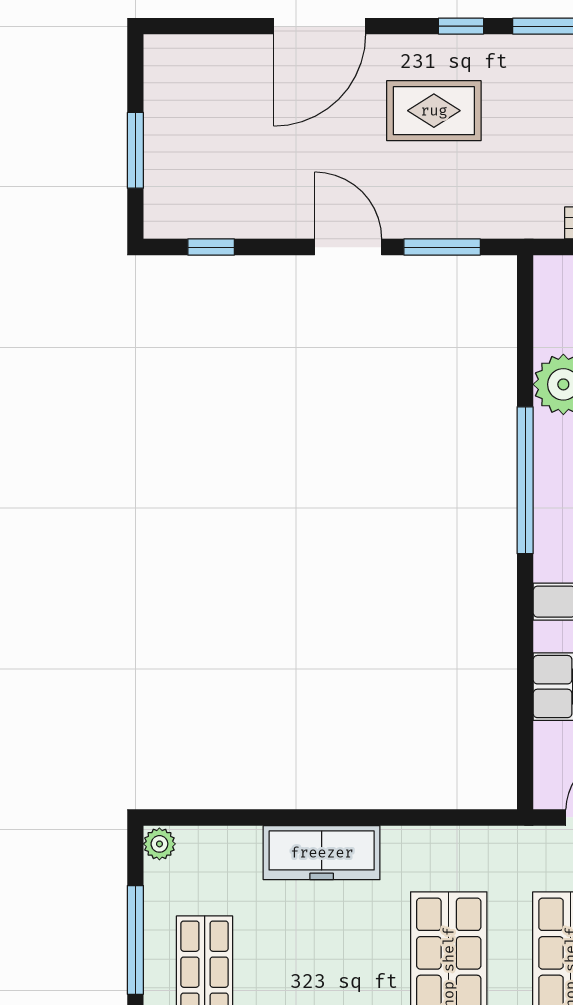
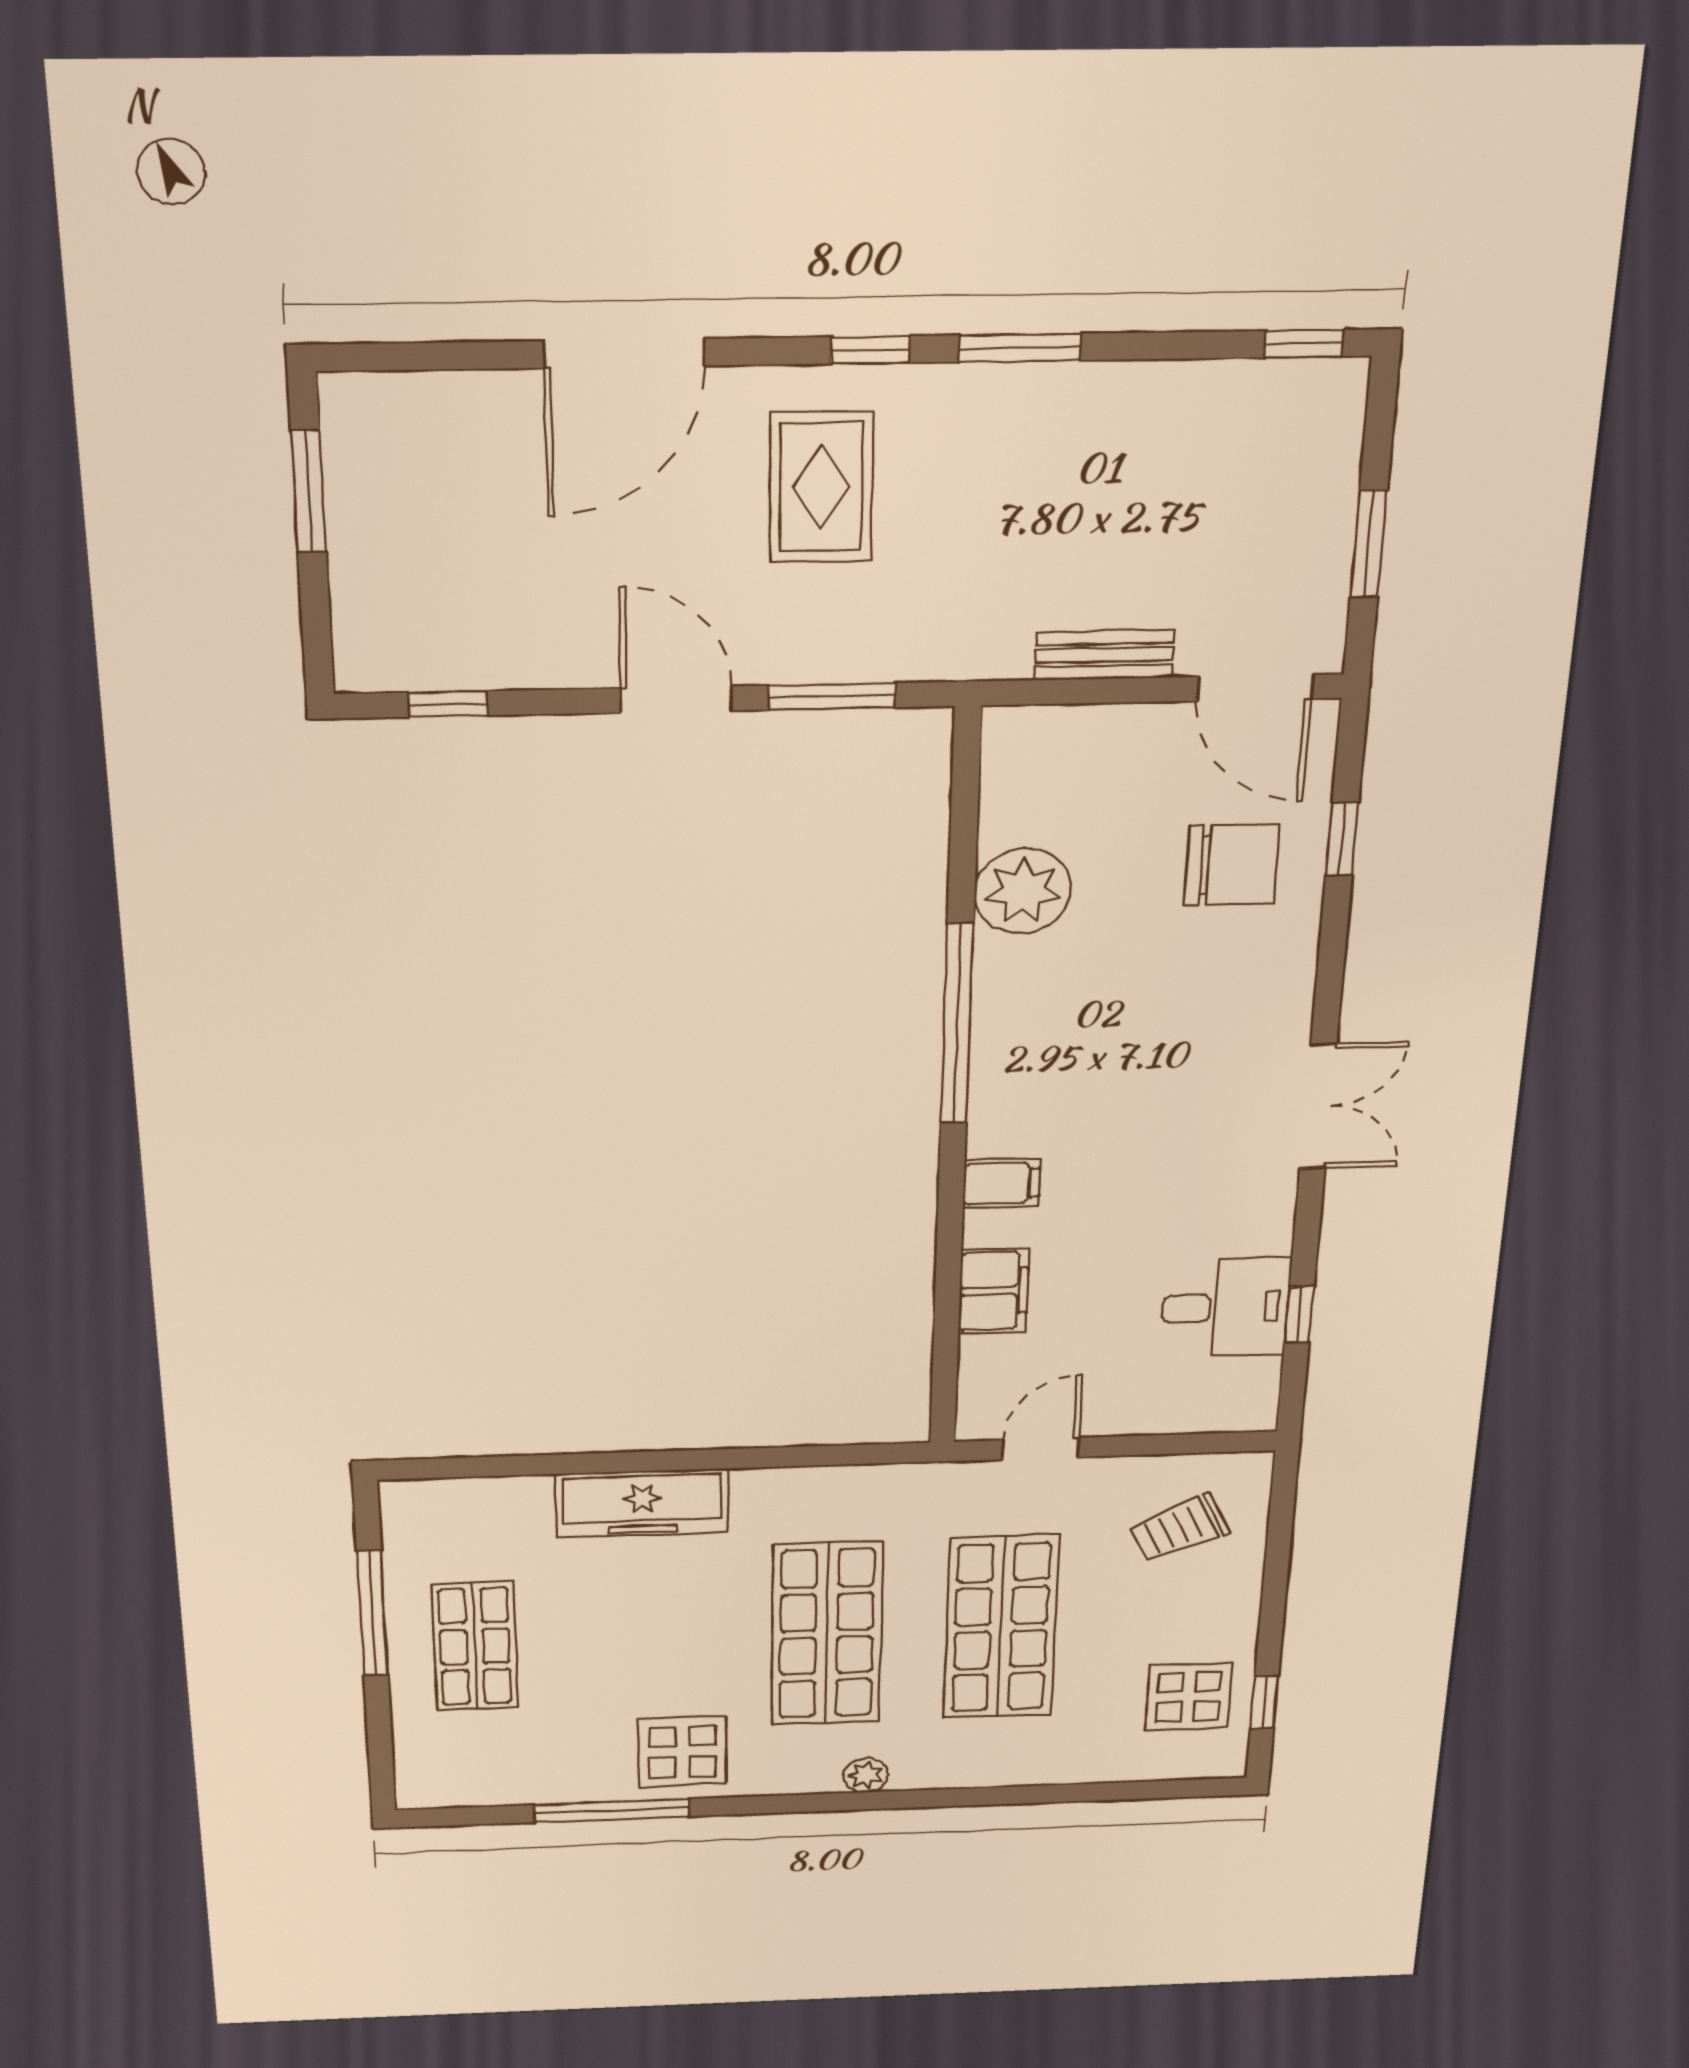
rug: (434, 111) -> (821, 487), turned 90
window: (135, 150) -> (309, 492), moved
plant: (159, 844) -> (402, 1501), removed

